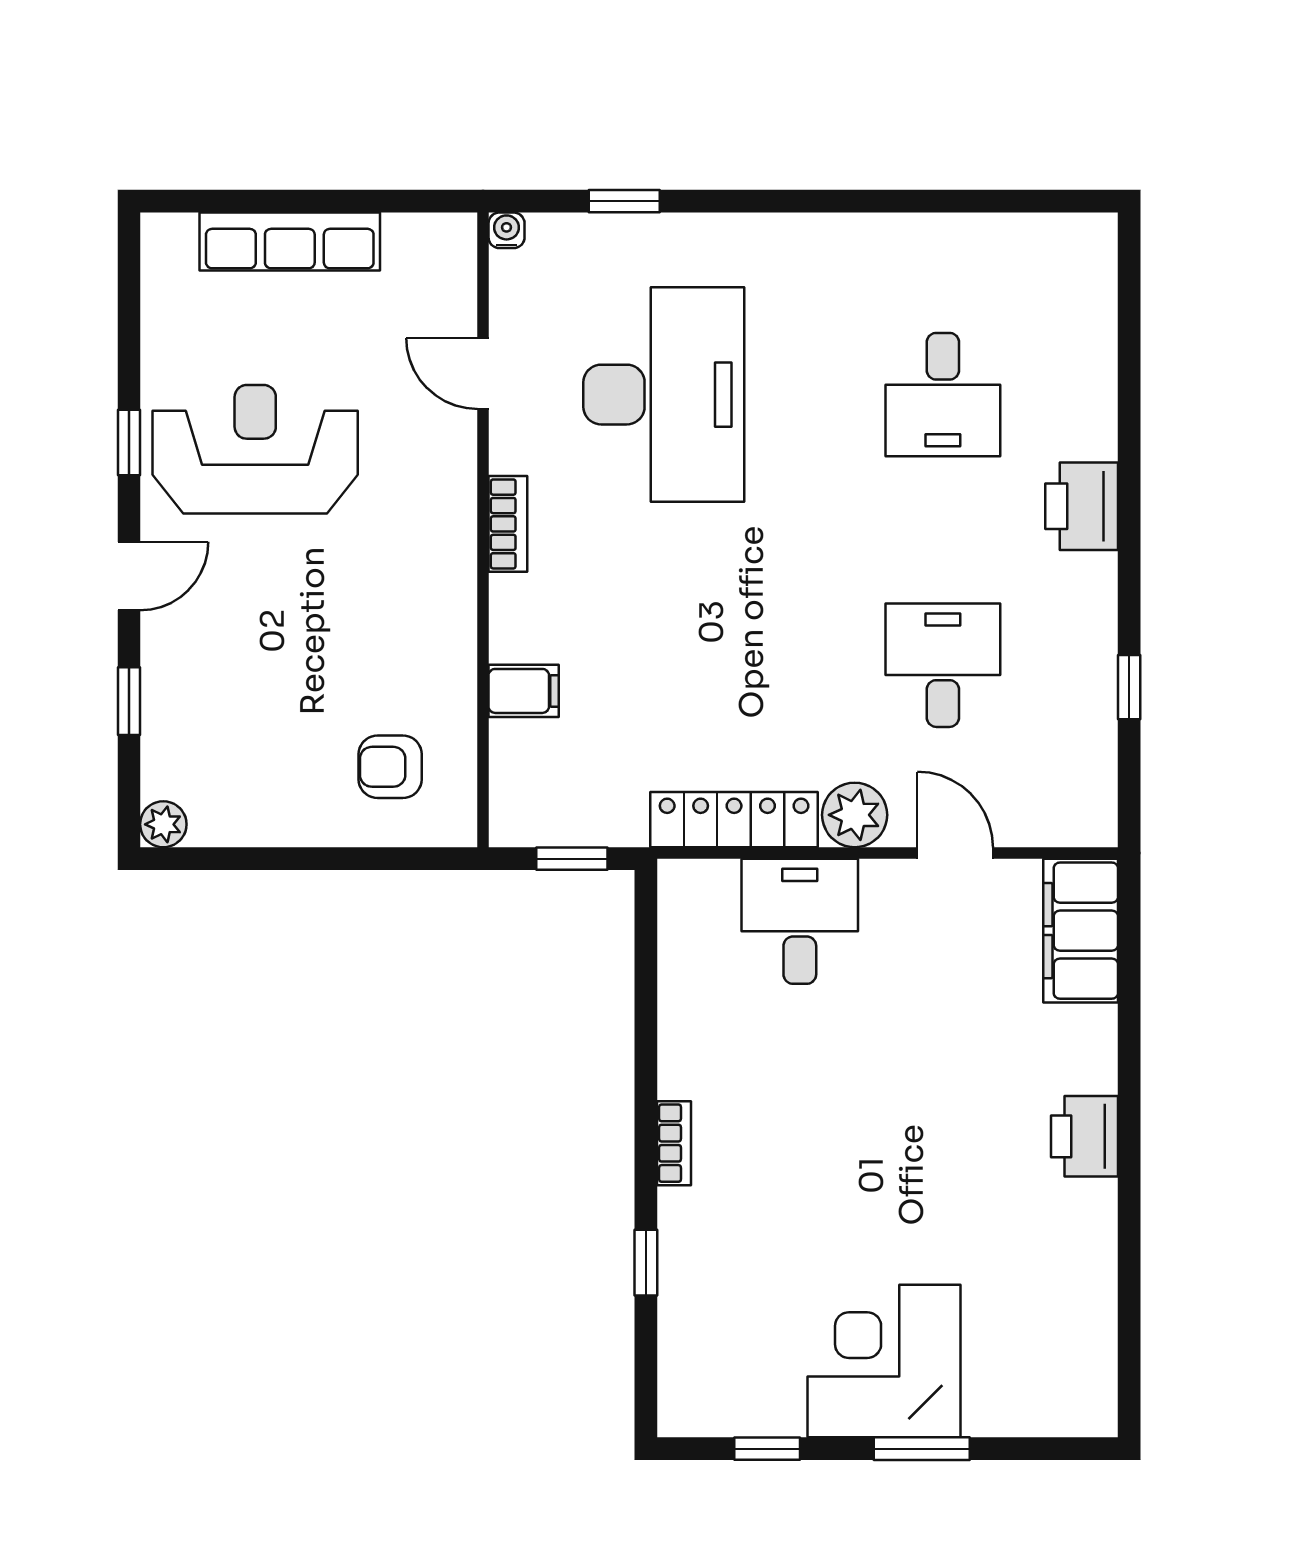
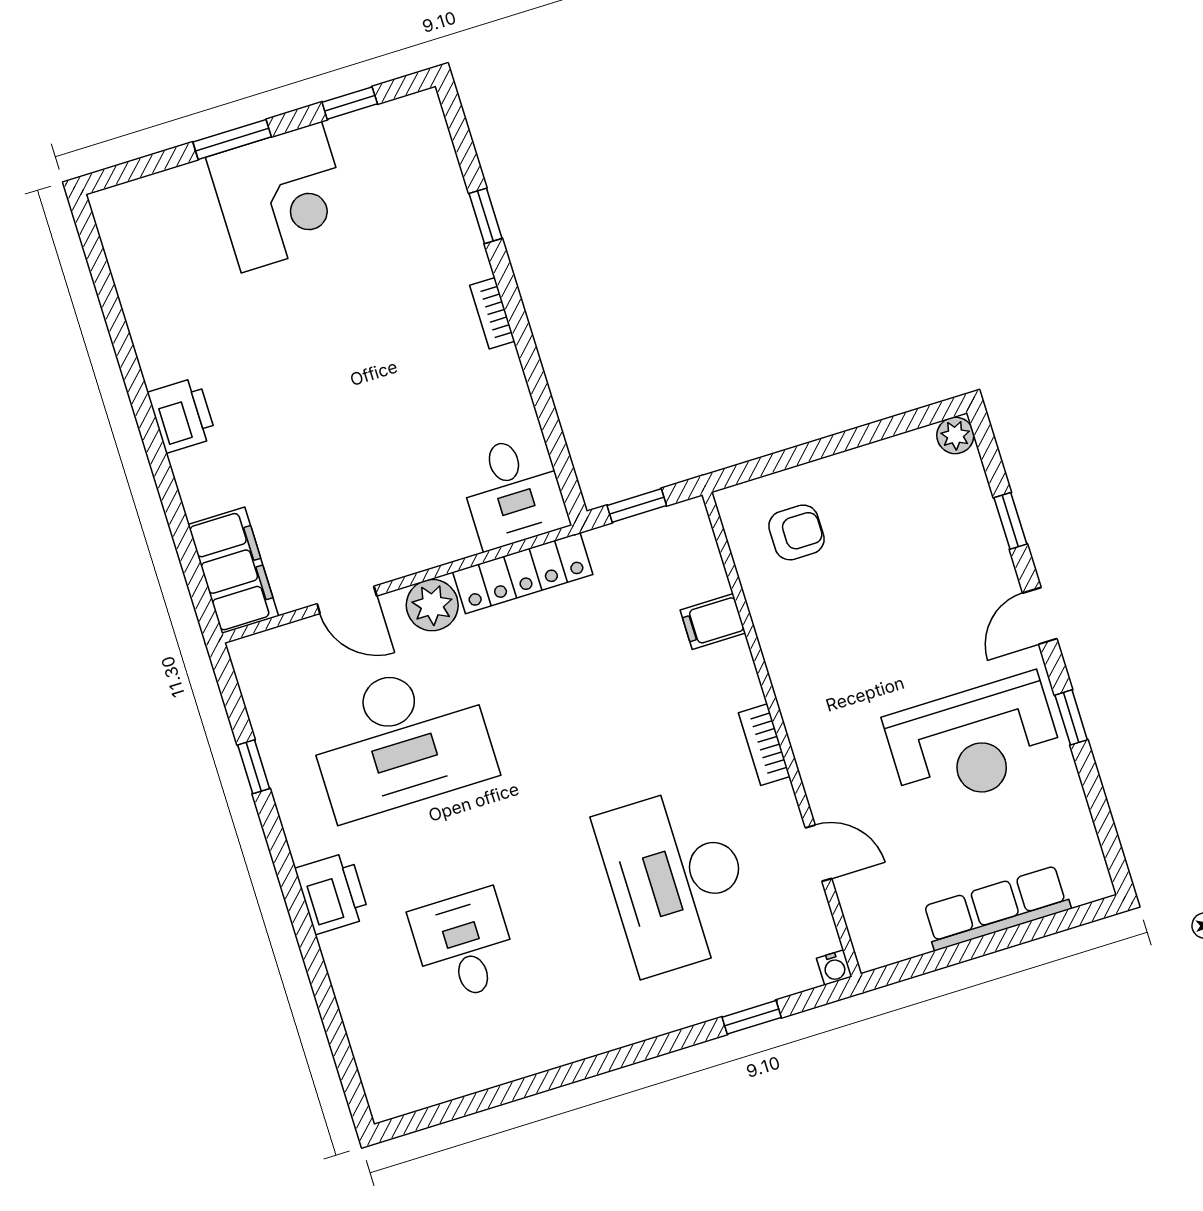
desk: (943, 665) -> (400, 740), width x1.87, depth x1.30
desk: (800, 921) -> (513, 492), moved

